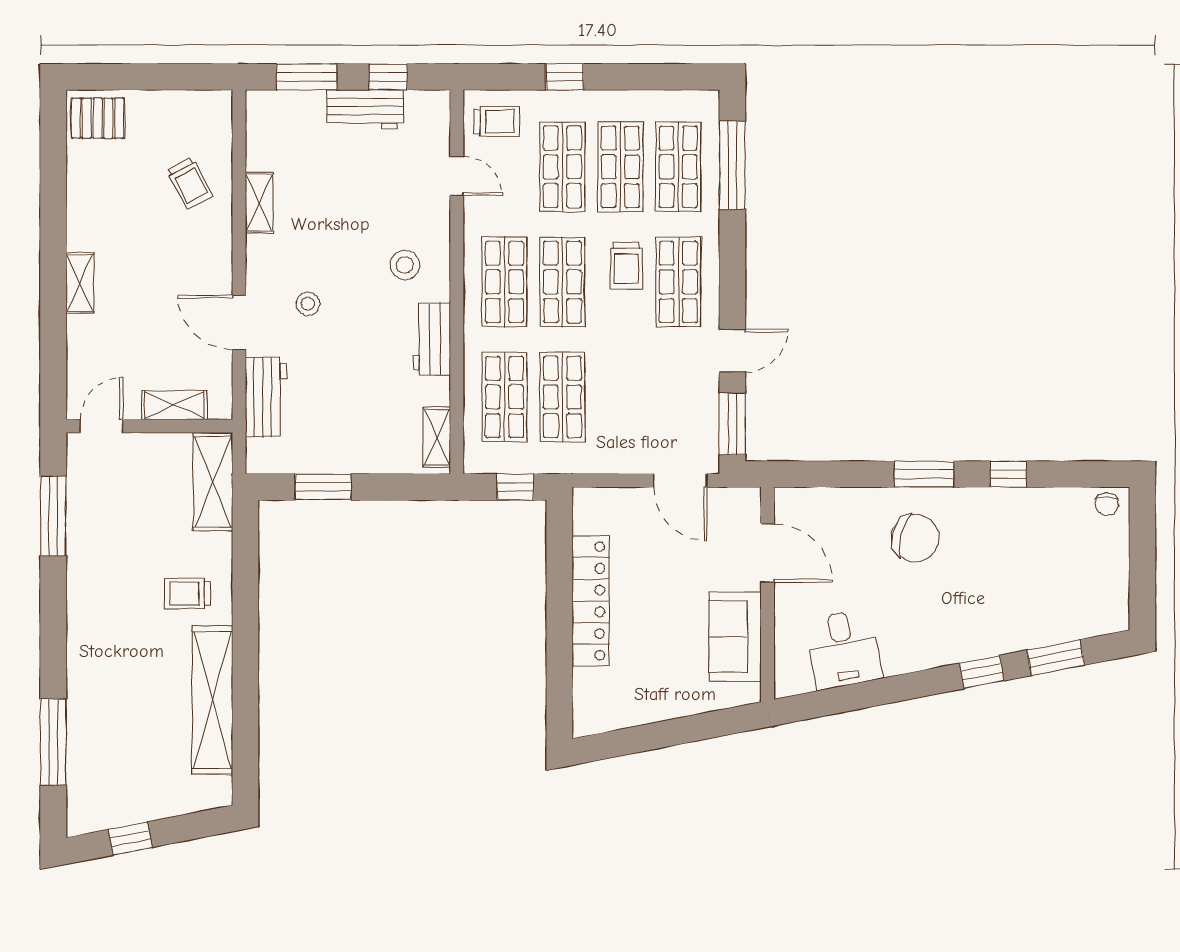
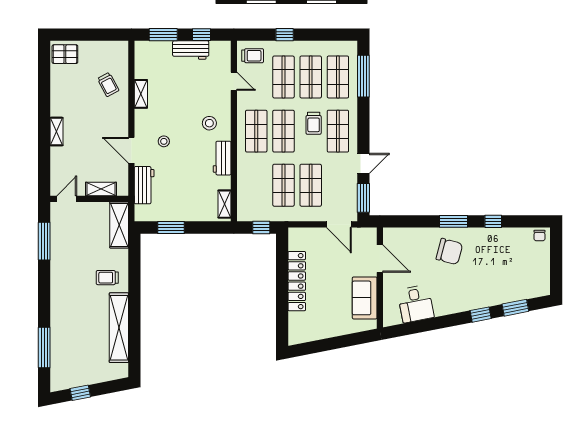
shop shelf: (505, 397) -> (311, 185), moved

